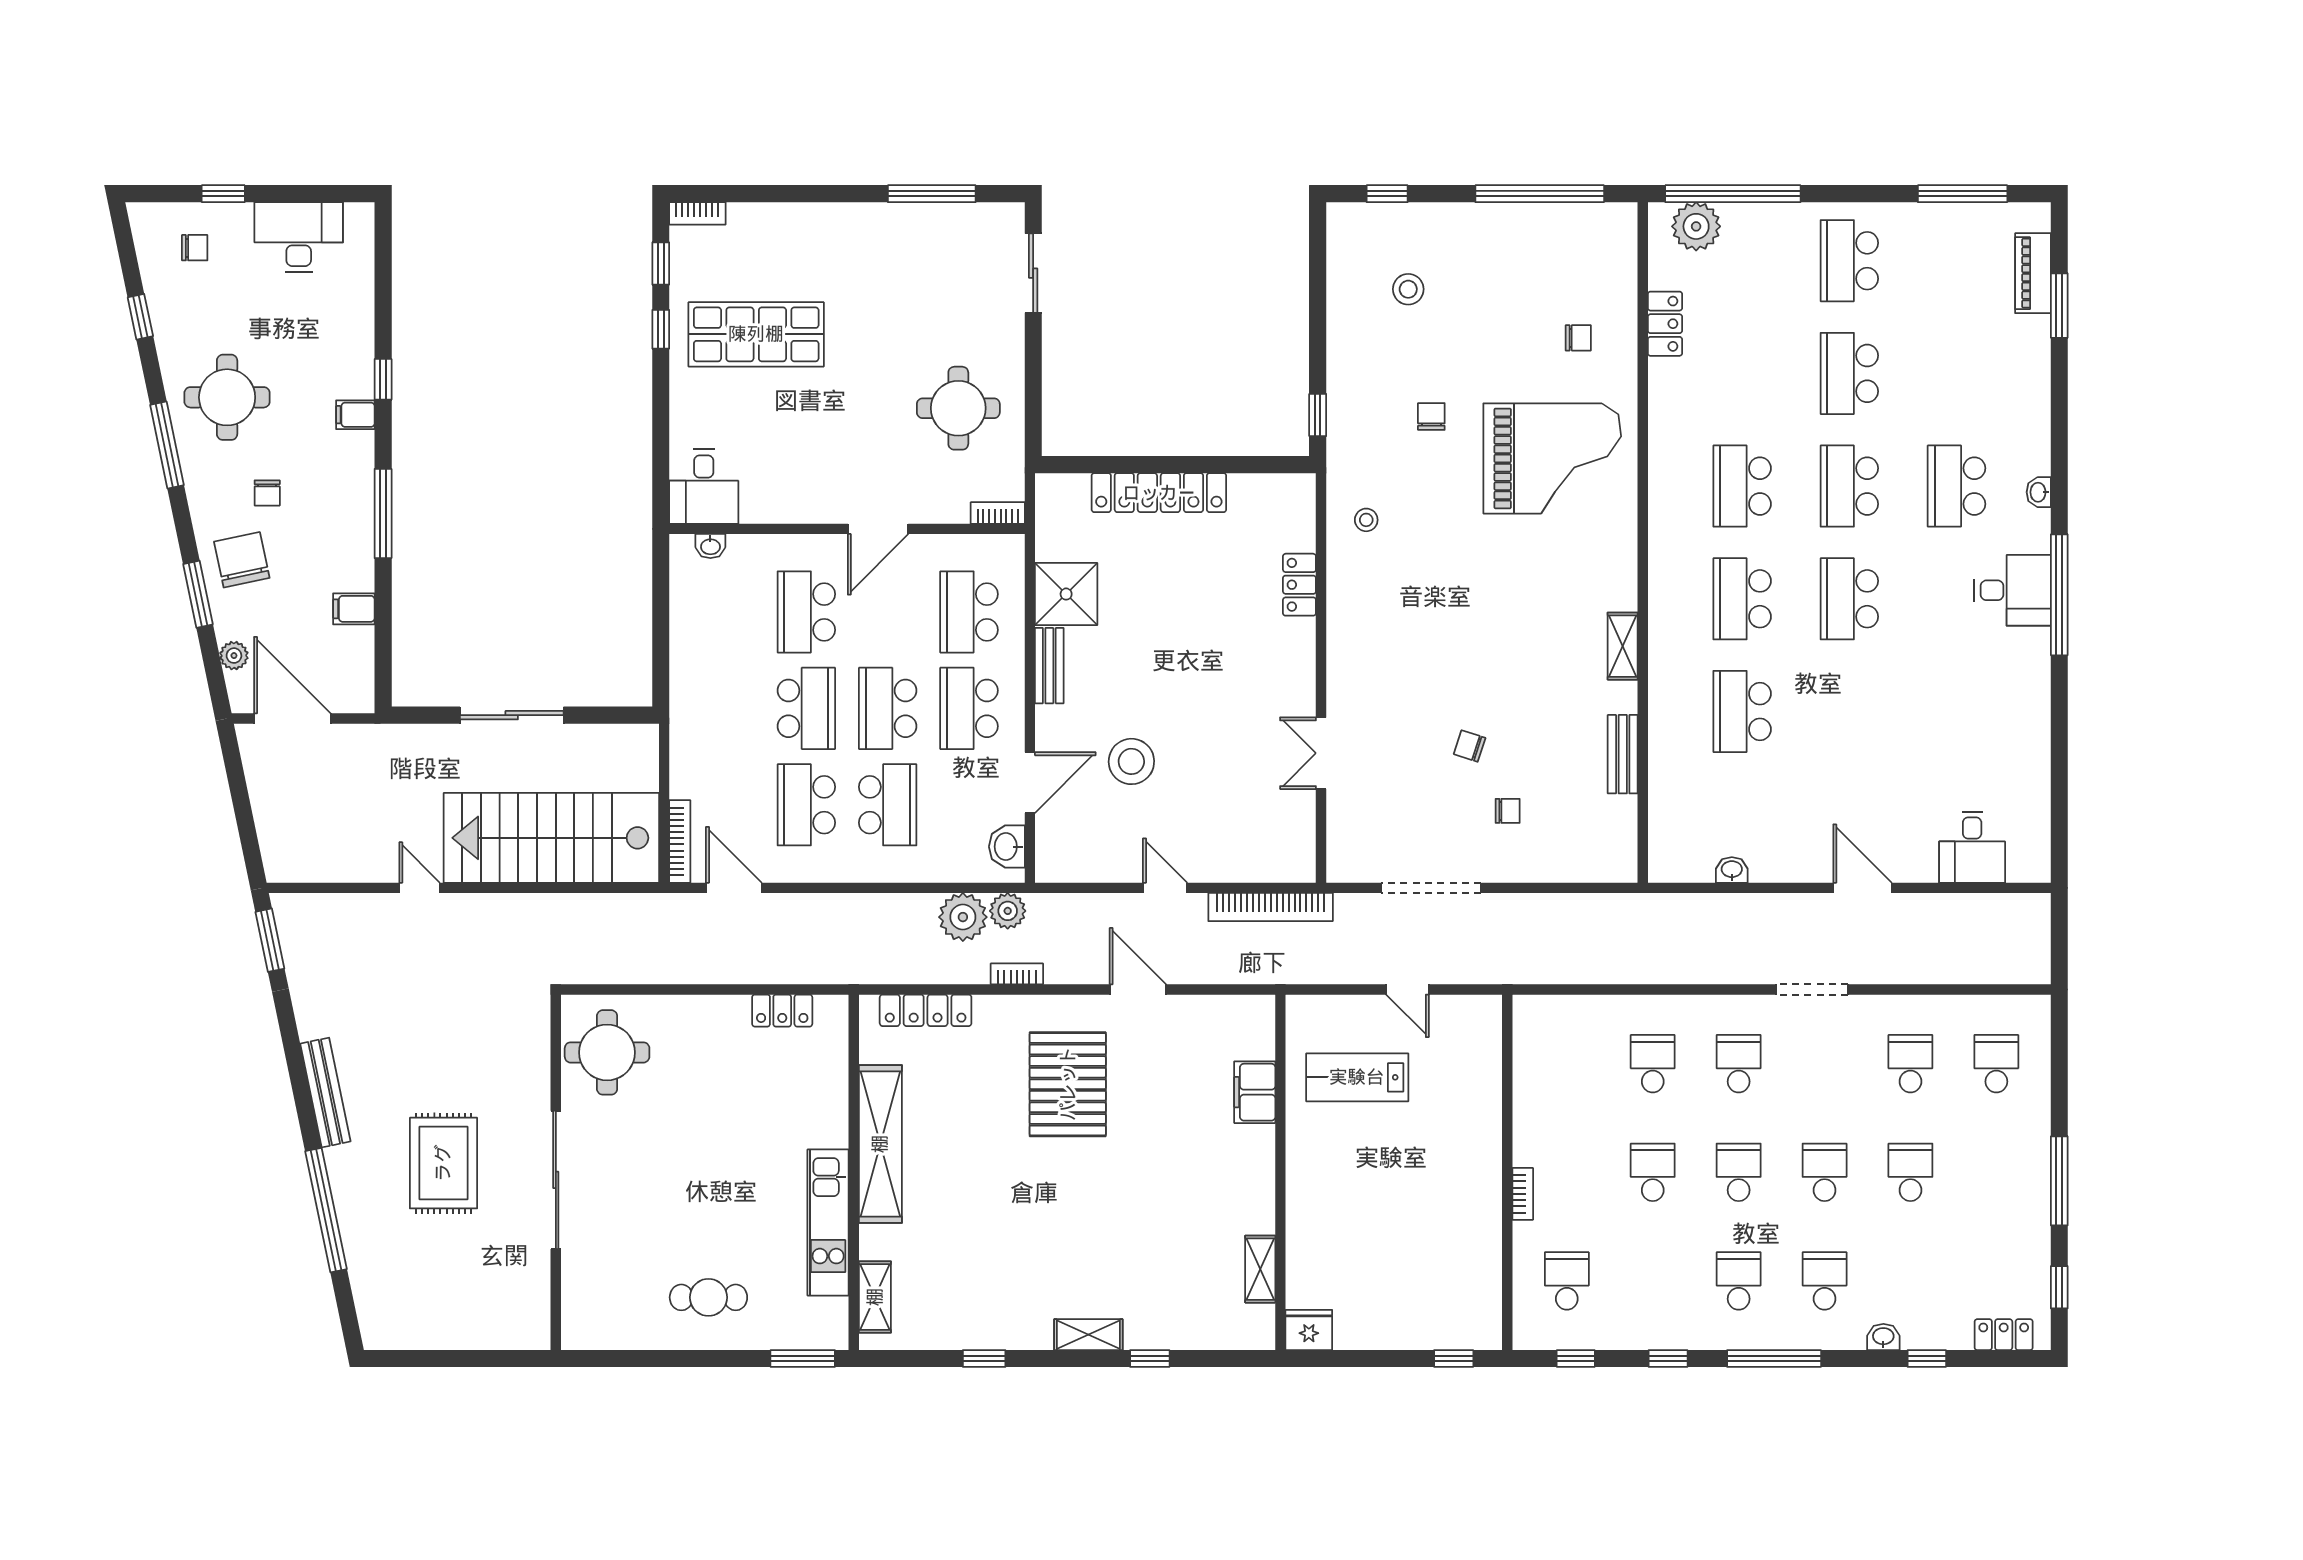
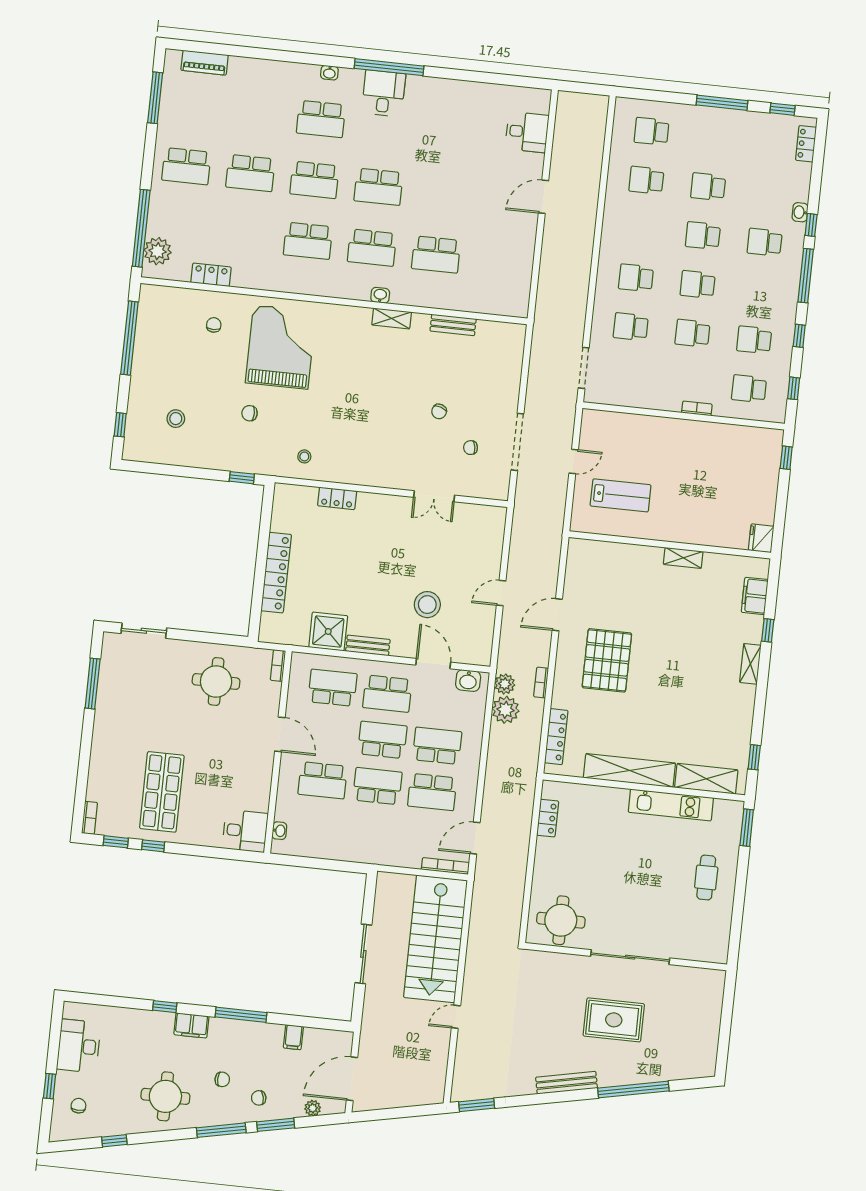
window: (2059, 306) -> (225, 50), removed
filing cabinet: (355, 415) -> (191, 1025), width x2.00
window: (167, 445) -> (221, 1130), moved
chair: (242, 560) -> (259, 1098), width x0.54, depth x0.54
school desk: (969, 612) -> (333, 688), turned 180
school desk: (888, 708) -> (382, 740), turned 180
chair: (1508, 811) -> (471, 448), moved, turned -99
washbasin: (1732, 870) -> (380, 295), moved, turned 90
bookcase: (1271, 907) -> (519, 534), removed
doorway: (1812, 989) -> (584, 368), moved
lab bench: (1357, 1077) -> (621, 495), turned -90
pallet: (1068, 1084) -> (607, 660), turned 90
filing cabinet: (1255, 1092) -> (755, 596), moved, turned 90
shelving: (1260, 1269) -> (683, 558), moved
school desk: (1739, 1281) -> (754, 340), moved
shelving: (875, 1297) -> (706, 779), width x1.50, depth x1.33
window: (984, 1359) -> (754, 757), moved
window: (1927, 1359) -> (811, 225), moved

